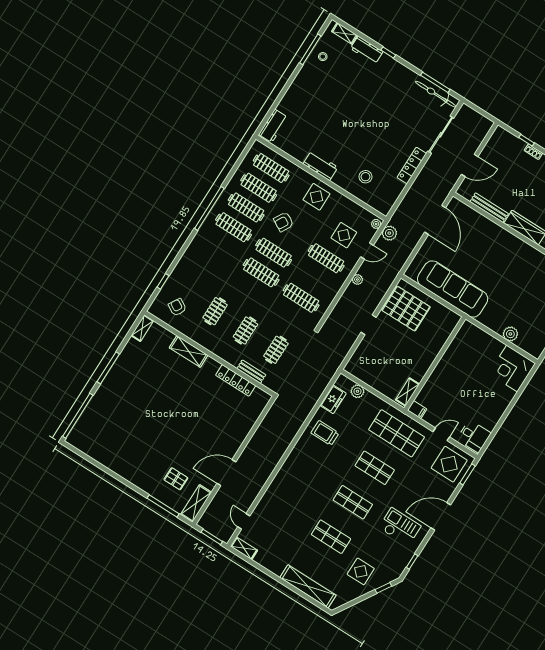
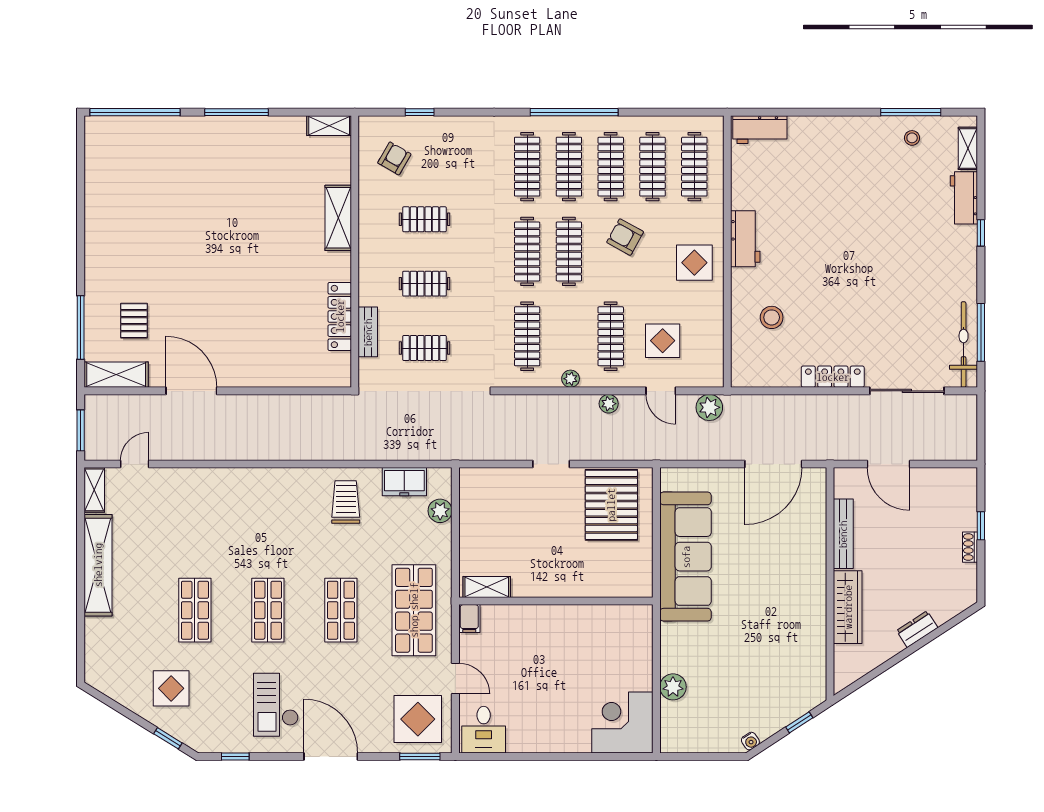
plant: (376, 224) -> (571, 379), moved
clothes rail: (221, 247) -> (527, 167), added
checkout: (400, 527) -> (276, 705), turned 180
shelving: (308, 586) -> (98, 565), moved

